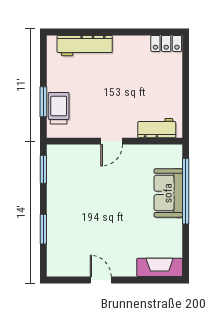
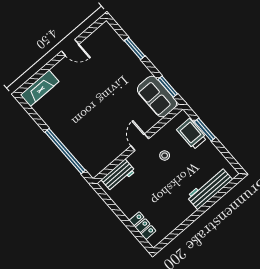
locker: (166, 43) -> (142, 226), moved, turned 90
trolley: (59, 108) -> (192, 134), turned 180
stool: (100, 110) -> (165, 156), added
sofa: (168, 193) -> (157, 97), moved, turned 180

